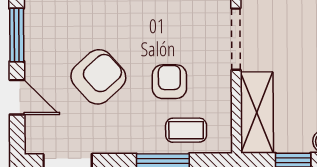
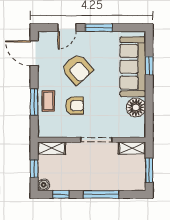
shelving: (257, 113) -> (52, 148), width x0.67, depth x0.75
coffee table: (186, 130) -> (48, 101), moved

